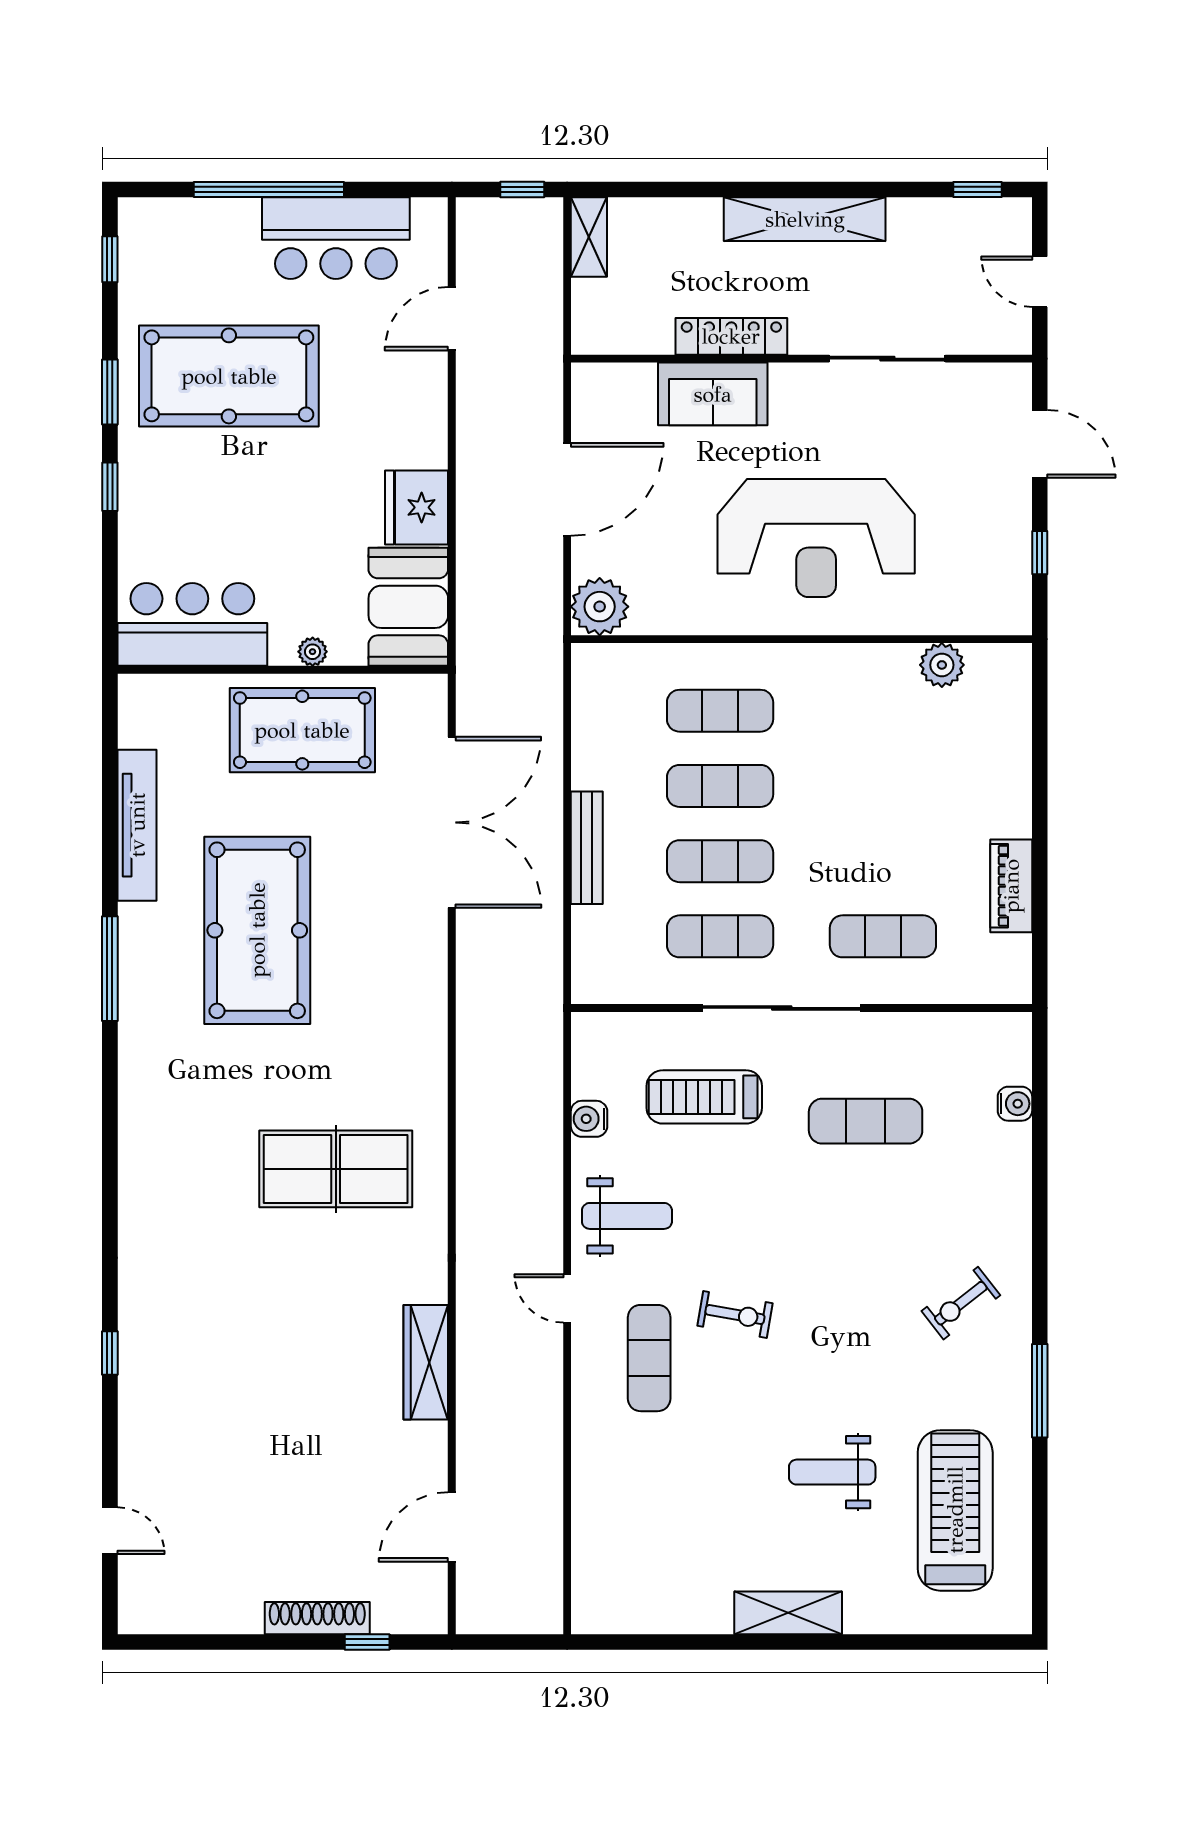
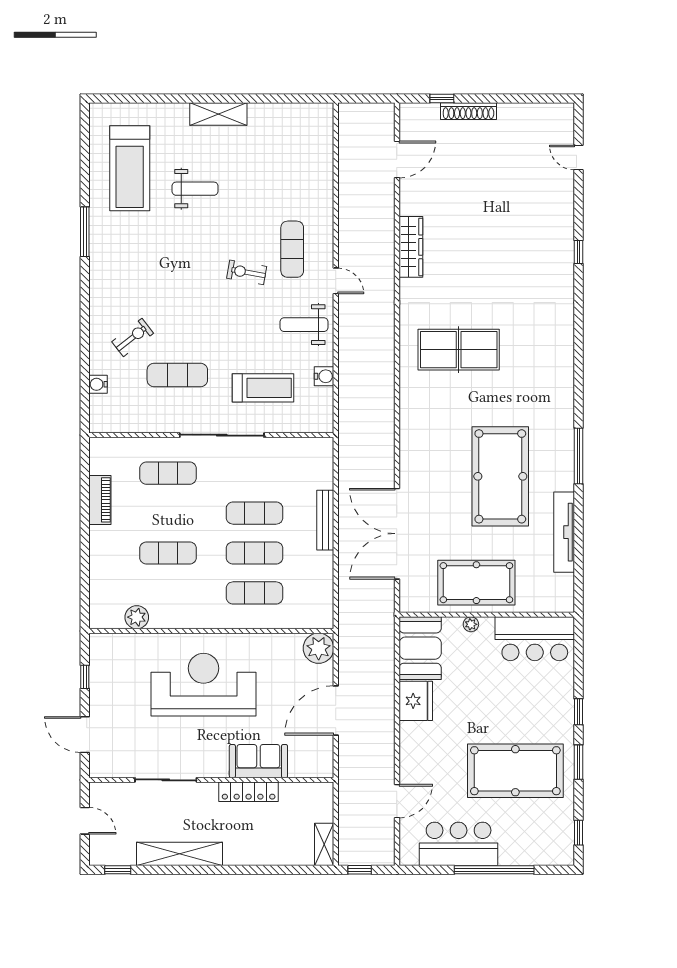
shelving: (805, 219) -> (180, 854), moved
exercise mat: (720, 936) -> (168, 553), moved
exercise bike: (961, 1303) -> (133, 337), moved

